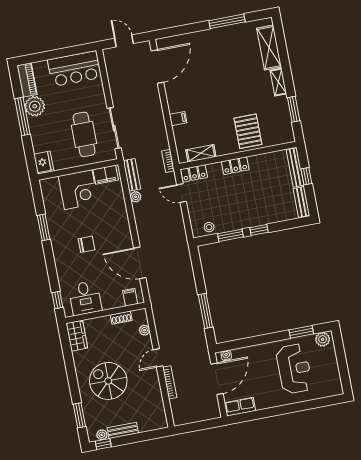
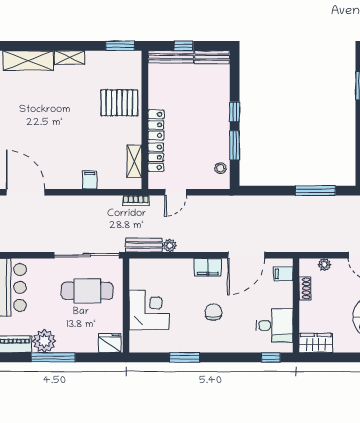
window: (294, 109) -> (120, 46), moved
sliding door: (114, 128) -> (87, 255), width x1.36
locker: (194, 173) -> (156, 157), moved
filing cabinet: (106, 175) -> (208, 267), moved, turned 90

